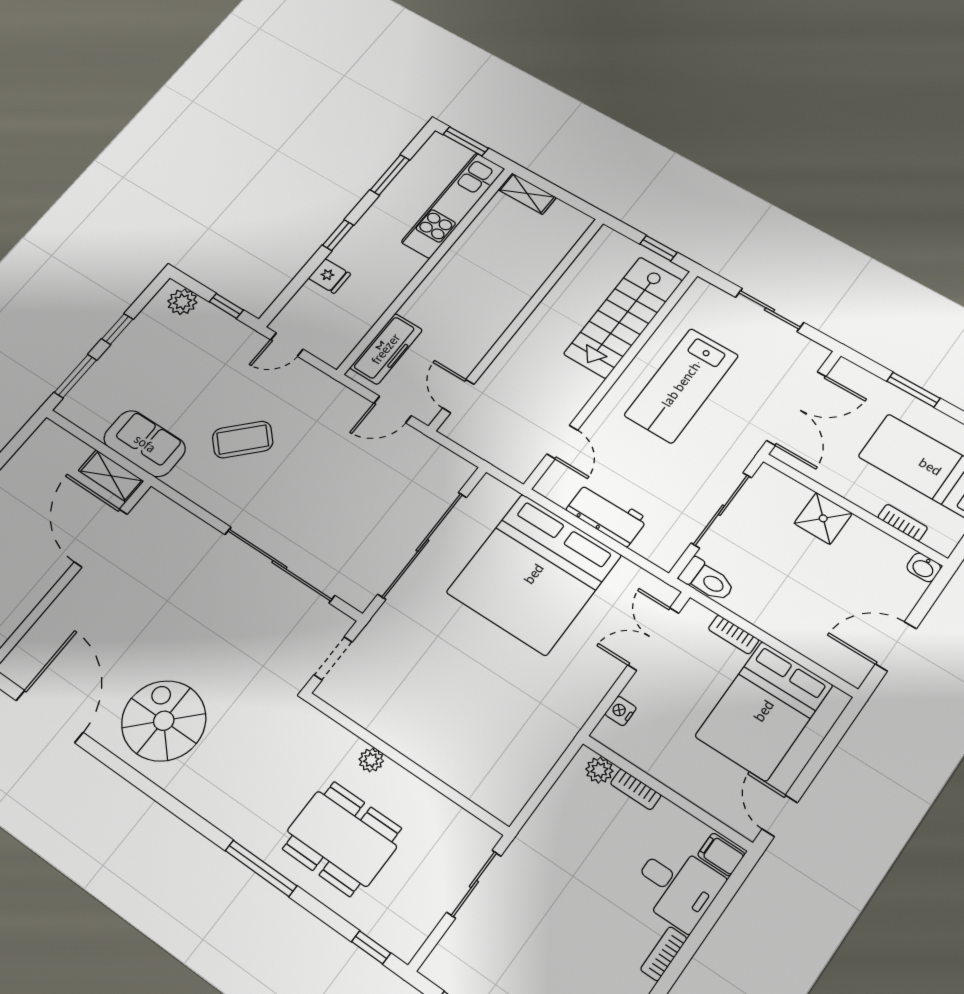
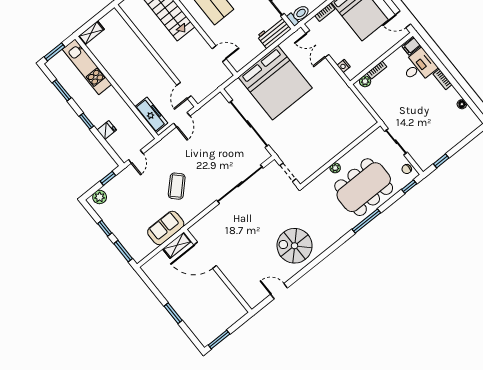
door: (458, 396) -> (184, 91), hinge flipped
workbench: (607, 515) -> (274, 33), moved
door: (49, 716) -> (279, 291), width x0.53
dining table: (342, 839) -> (364, 187), width x1.36, depth x1.24
chair: (413, 929) -> (407, 169), added

